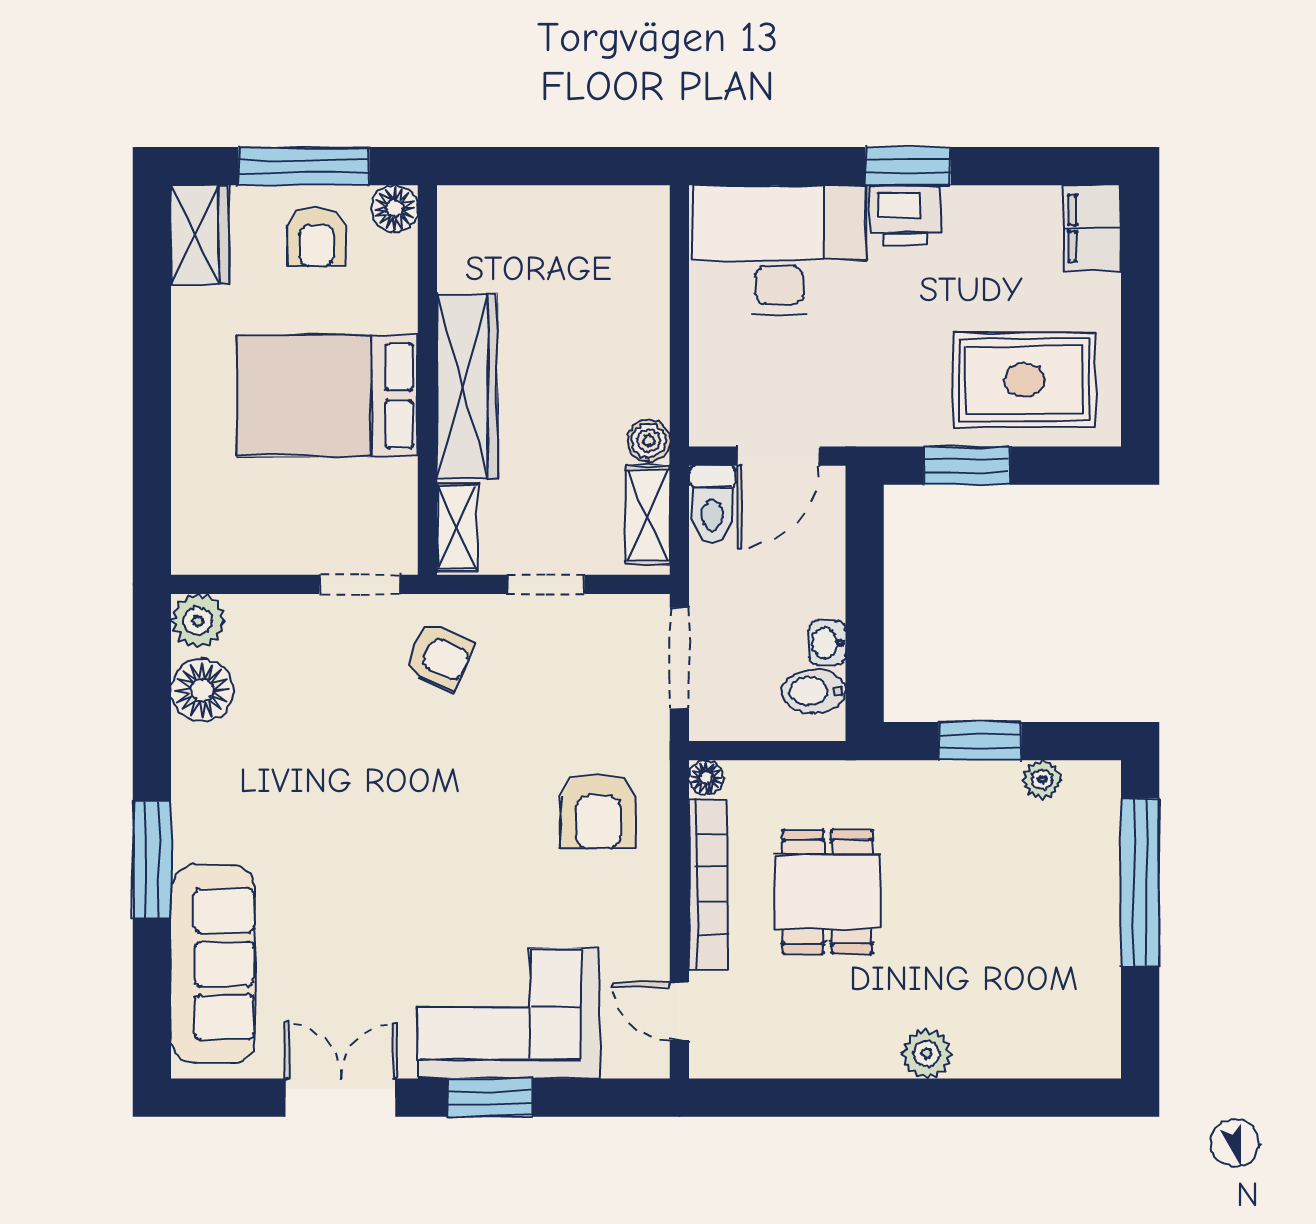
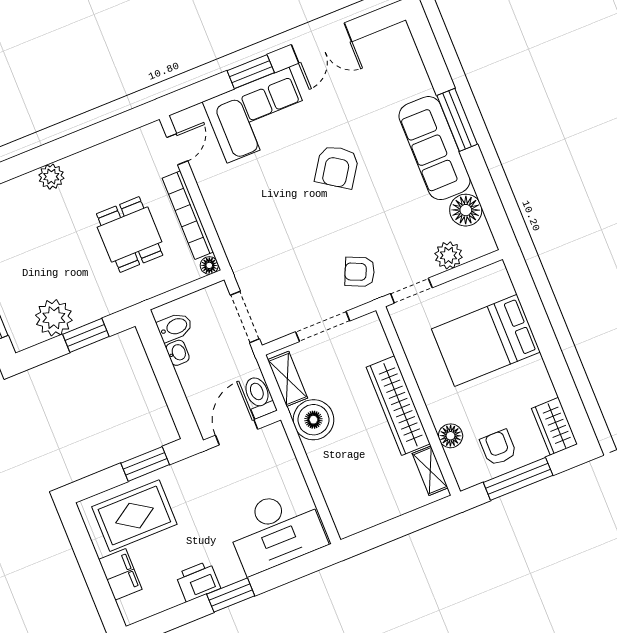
floor lamp: (394, 209) -> (451, 436), moved
printer: (906, 215) -> (198, 581), moved
filing cabinet: (1093, 228) -> (120, 574), moved
bed: (328, 396) -> (486, 340), moved, turned 180
boiler: (649, 441) -> (313, 420), width x1.86, depth x1.86
shelving: (457, 527) -> (430, 471), moved
doorway: (546, 584) -> (323, 326), width x1.38
plant: (198, 621) -> (449, 255), moved
plant: (1042, 780) -> (54, 318), width x1.87, depth x1.87
armchair: (598, 812) -> (337, 167), moved, turned -146
sofa: (213, 964) -> (435, 148), moved
door: (679, 1011) -> (177, 149), hinge flipped

